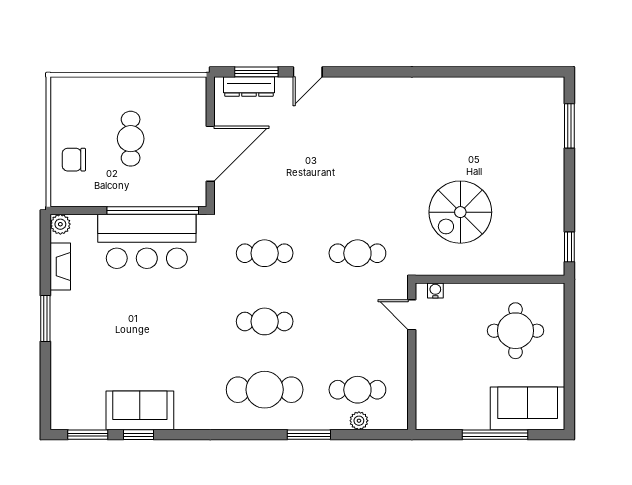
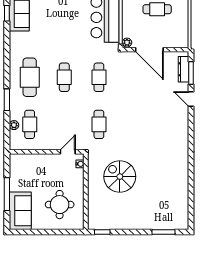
plant: (196, 198) -> (127, 43), added

